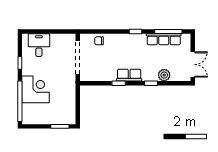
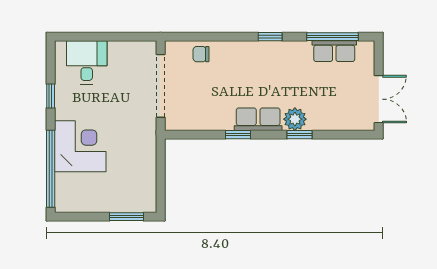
row of seats: (164, 39) -> (334, 51), width x0.68
plant: (164, 75) -> (295, 119), moved

